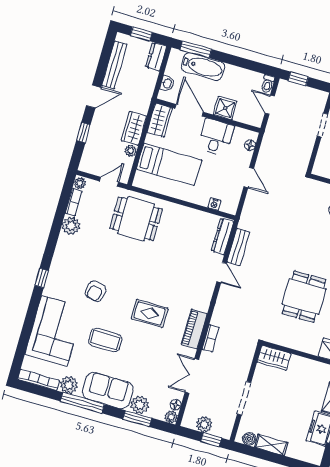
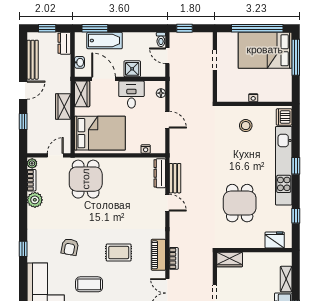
plant: (131, 151) -> (66, 125), removed
bed: (169, 164) -> (100, 133), width x1.50
dining table: (136, 219) -> (86, 179), turned 90

